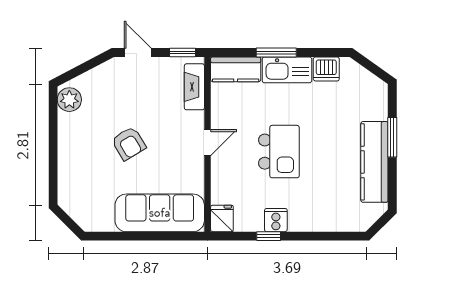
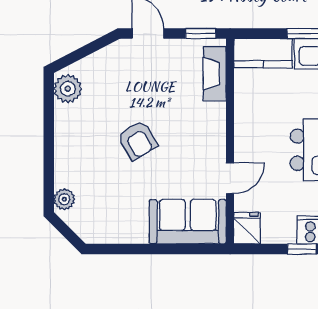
door: (208, 143) -> (230, 178), moved
plant: (66, 194) -> (64, 199), added
sofa: (160, 213) -> (188, 222), width x0.73

